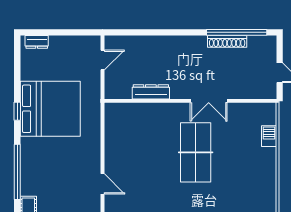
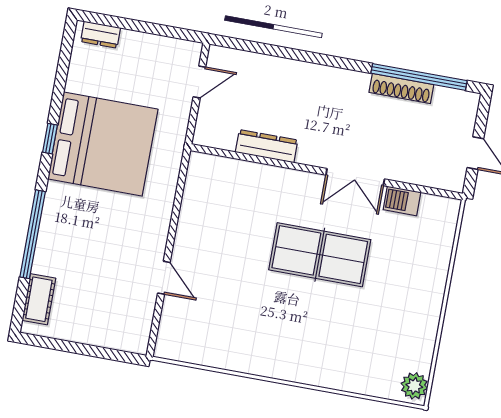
barbecue: (269, 136) -> (402, 201), moved, turned -90
table tennis table: (196, 152) -> (320, 255), turned 90

